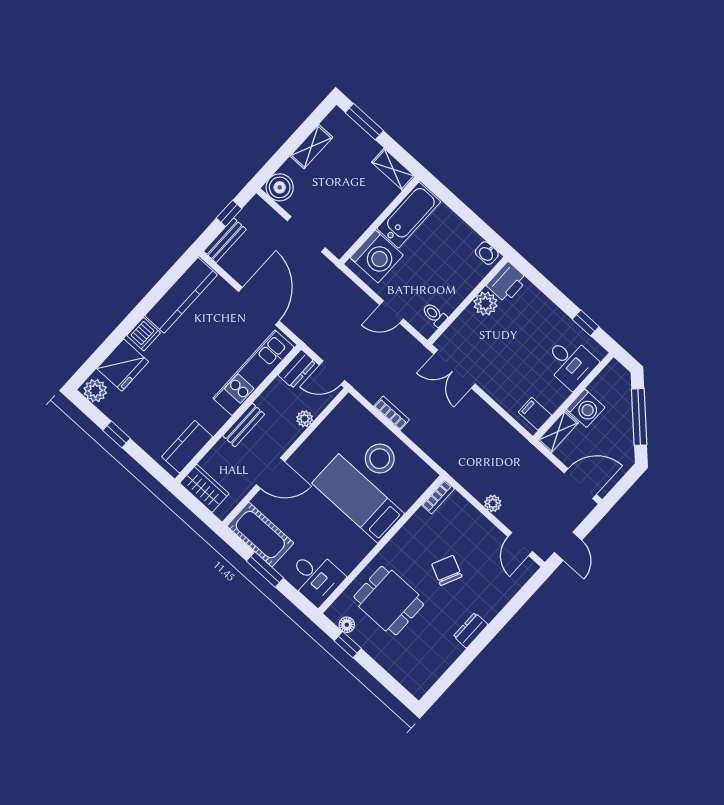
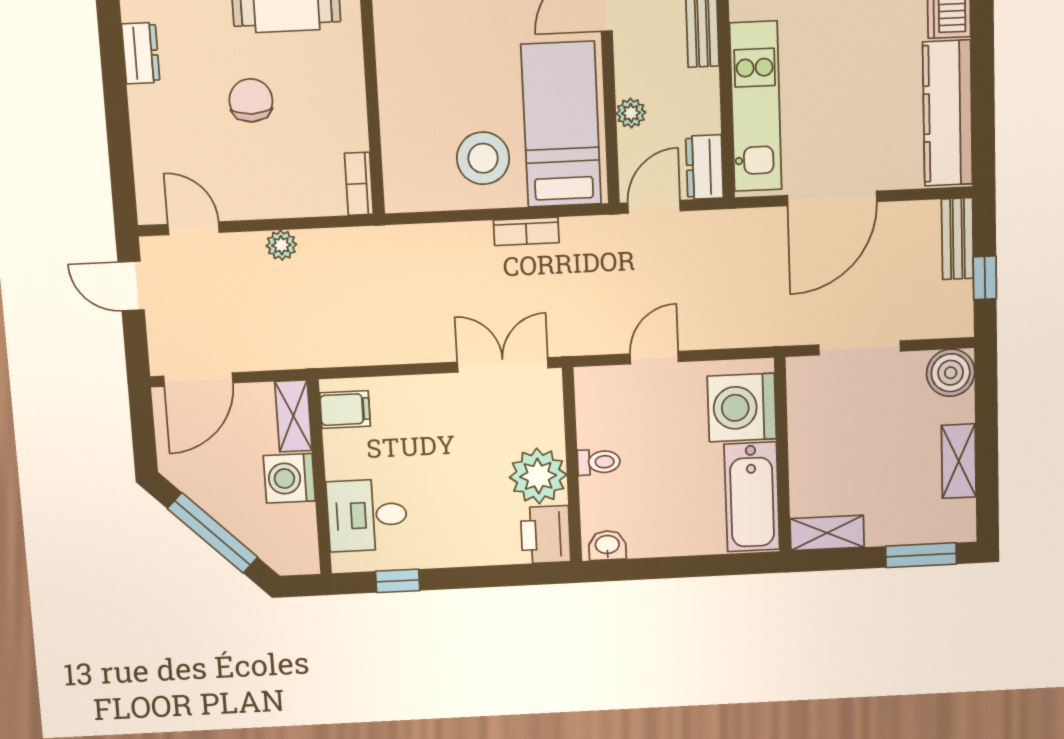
plant: (485, 304) -> (538, 476), width x1.36, depth x1.36
door: (259, 306) -> (832, 198), hinge flipped
toilet: (434, 315) -> (599, 462), moved
bed: (358, 498) -> (561, 124), moved, turned -90
chair: (447, 570) -> (251, 100), turned -115

